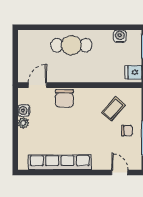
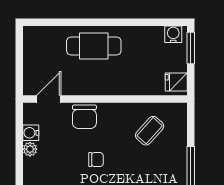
water cooler: (120, 36) -> (173, 34), moved
chair: (127, 131) -> (96, 160), moved

